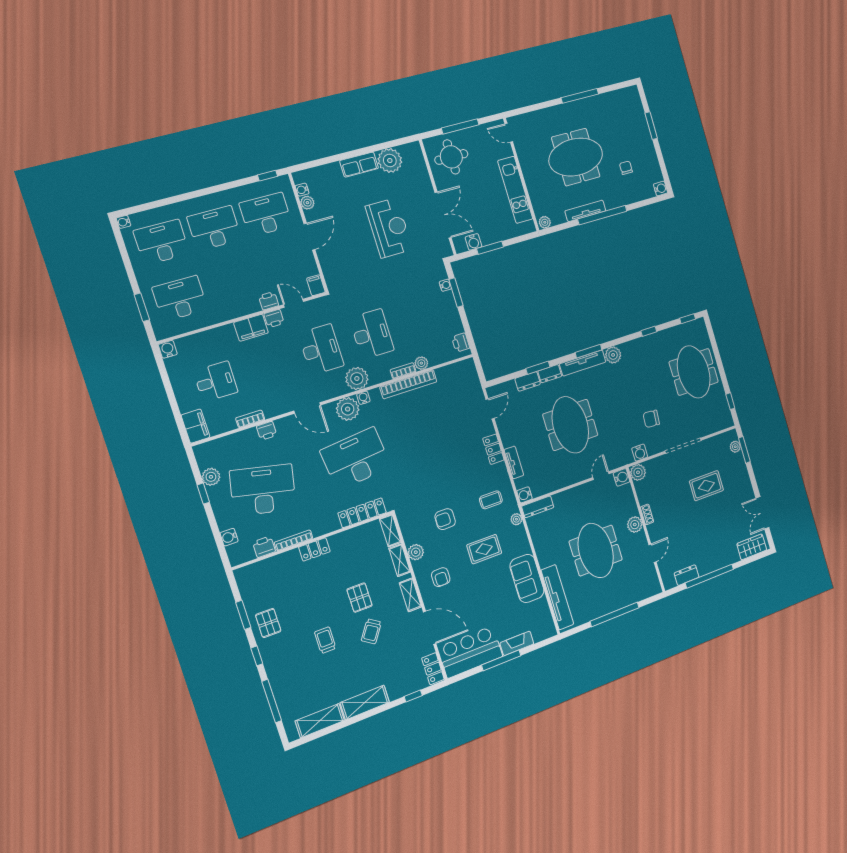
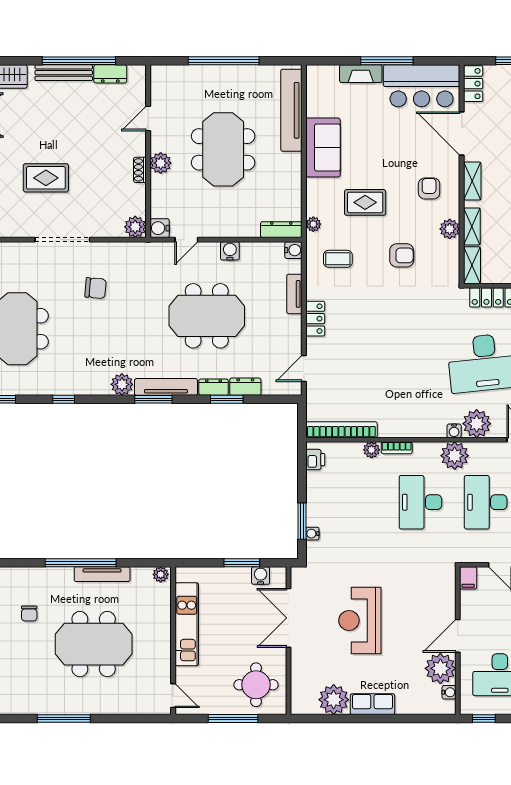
plant: (307, 203) -> (440, 668), width x1.88, depth x1.88
bookcase: (408, 384) -> (341, 430), moved
meeting table: (570, 425) -> (207, 316), turned 90
water cooler: (640, 453) -> (230, 251), moved
bench: (717, 564) -> (64, 73), added

